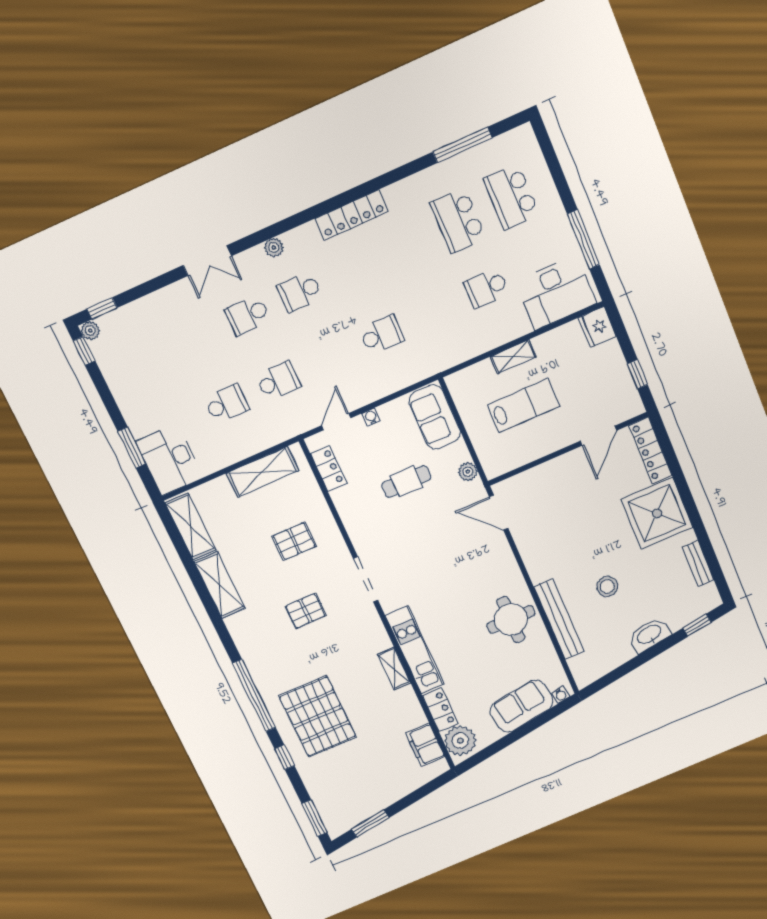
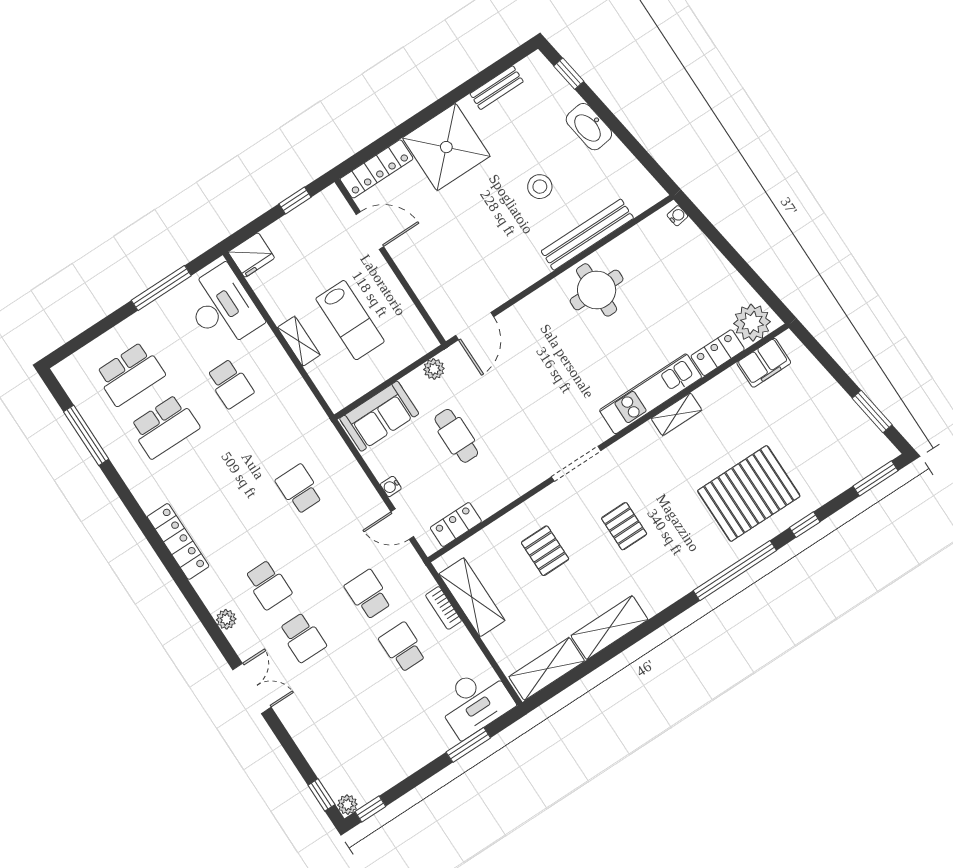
lab bench: (524, 405) -> (350, 320), turned 180
bookcase: (257, 446) -> (444, 608), added
sofa: (522, 706) -> (698, 259), removed

